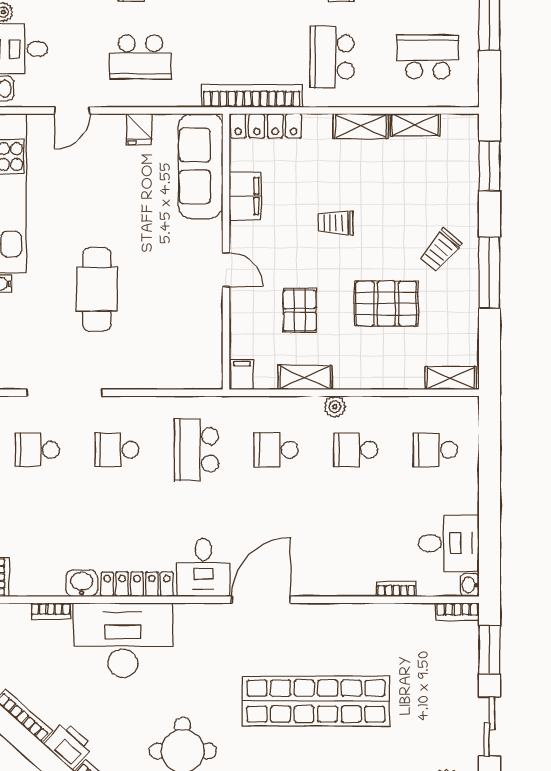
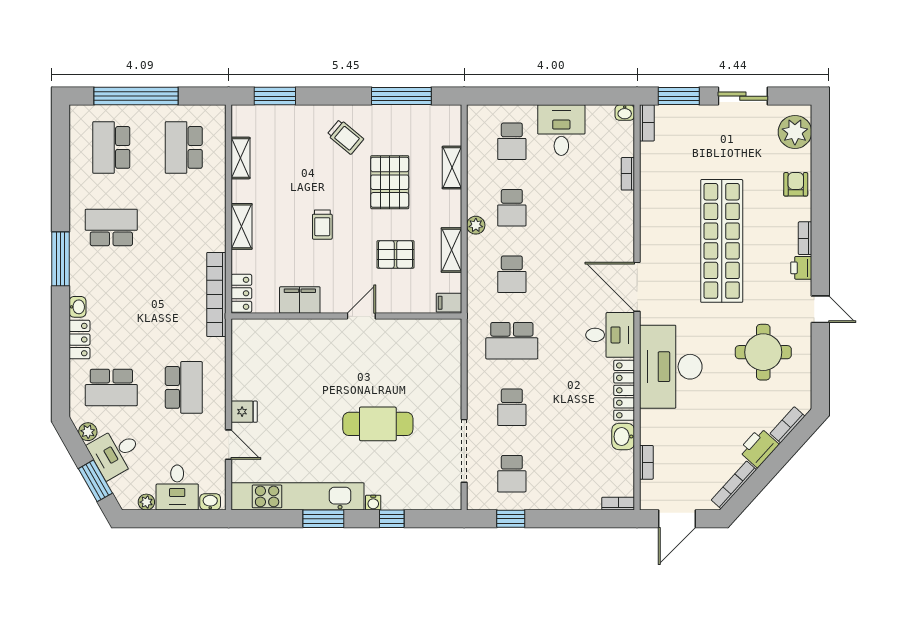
school desk: (332, 57) -> (184, 227), removed
locker: (266, 126) -> (241, 293), width x0.66
shelving: (361, 126) -> (242, 226), moved
fridge: (139, 129) -> (244, 412), moved
sofa: (201, 166) -> (275, 337), removed
window: (489, 272) -> (401, 96), moved
shelving: (451, 378) -> (452, 168), moved
desk: (449, 543) -> (561, 130), moved
desk: (123, 640) -> (671, 367), moved

